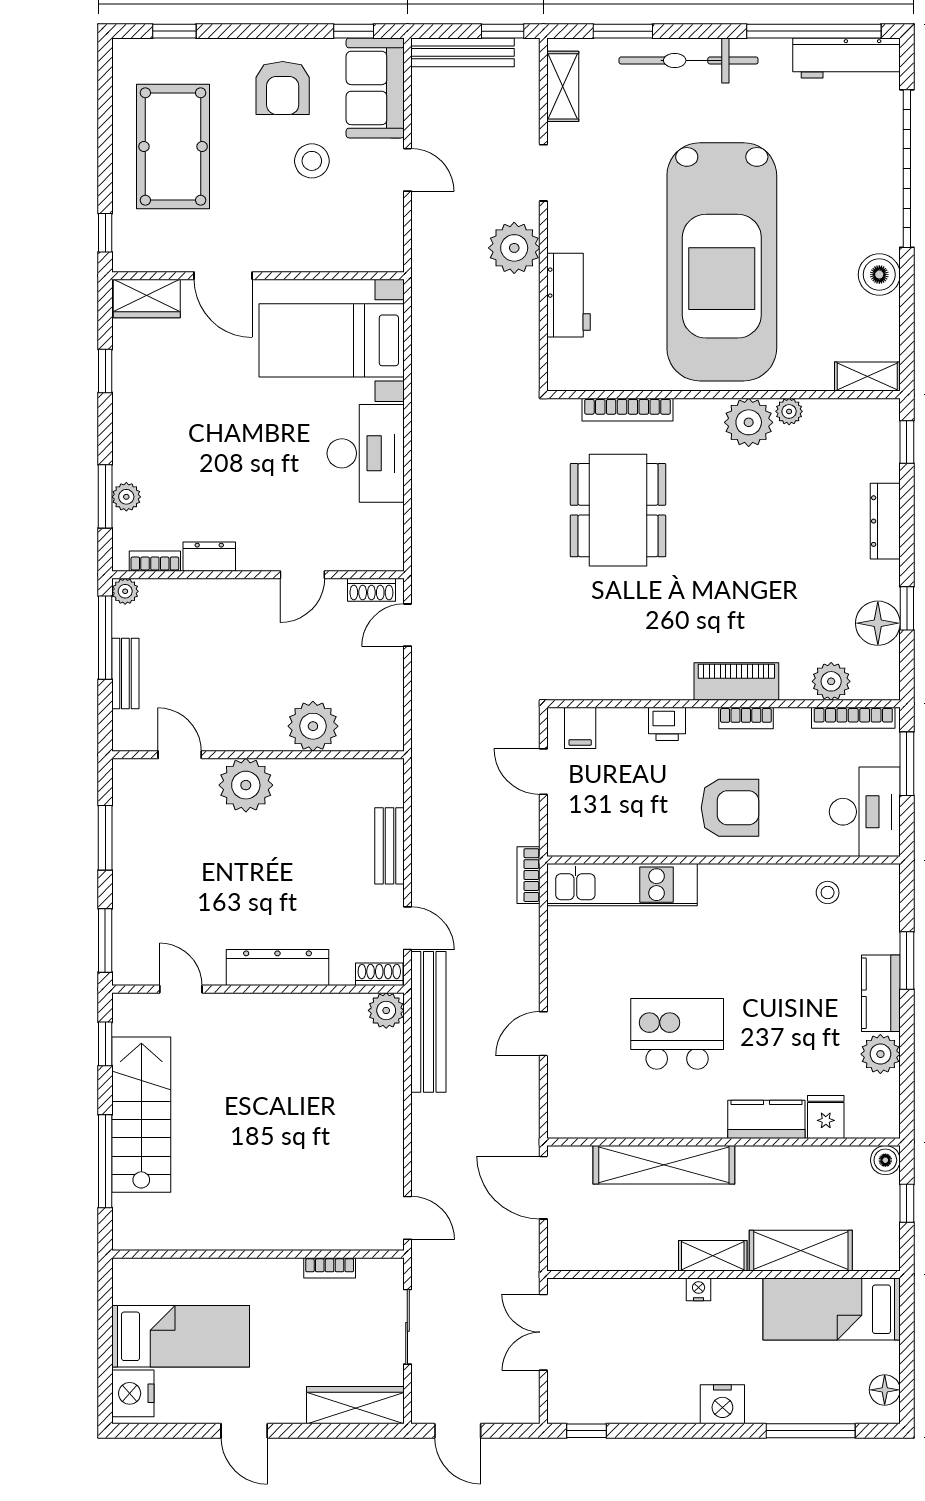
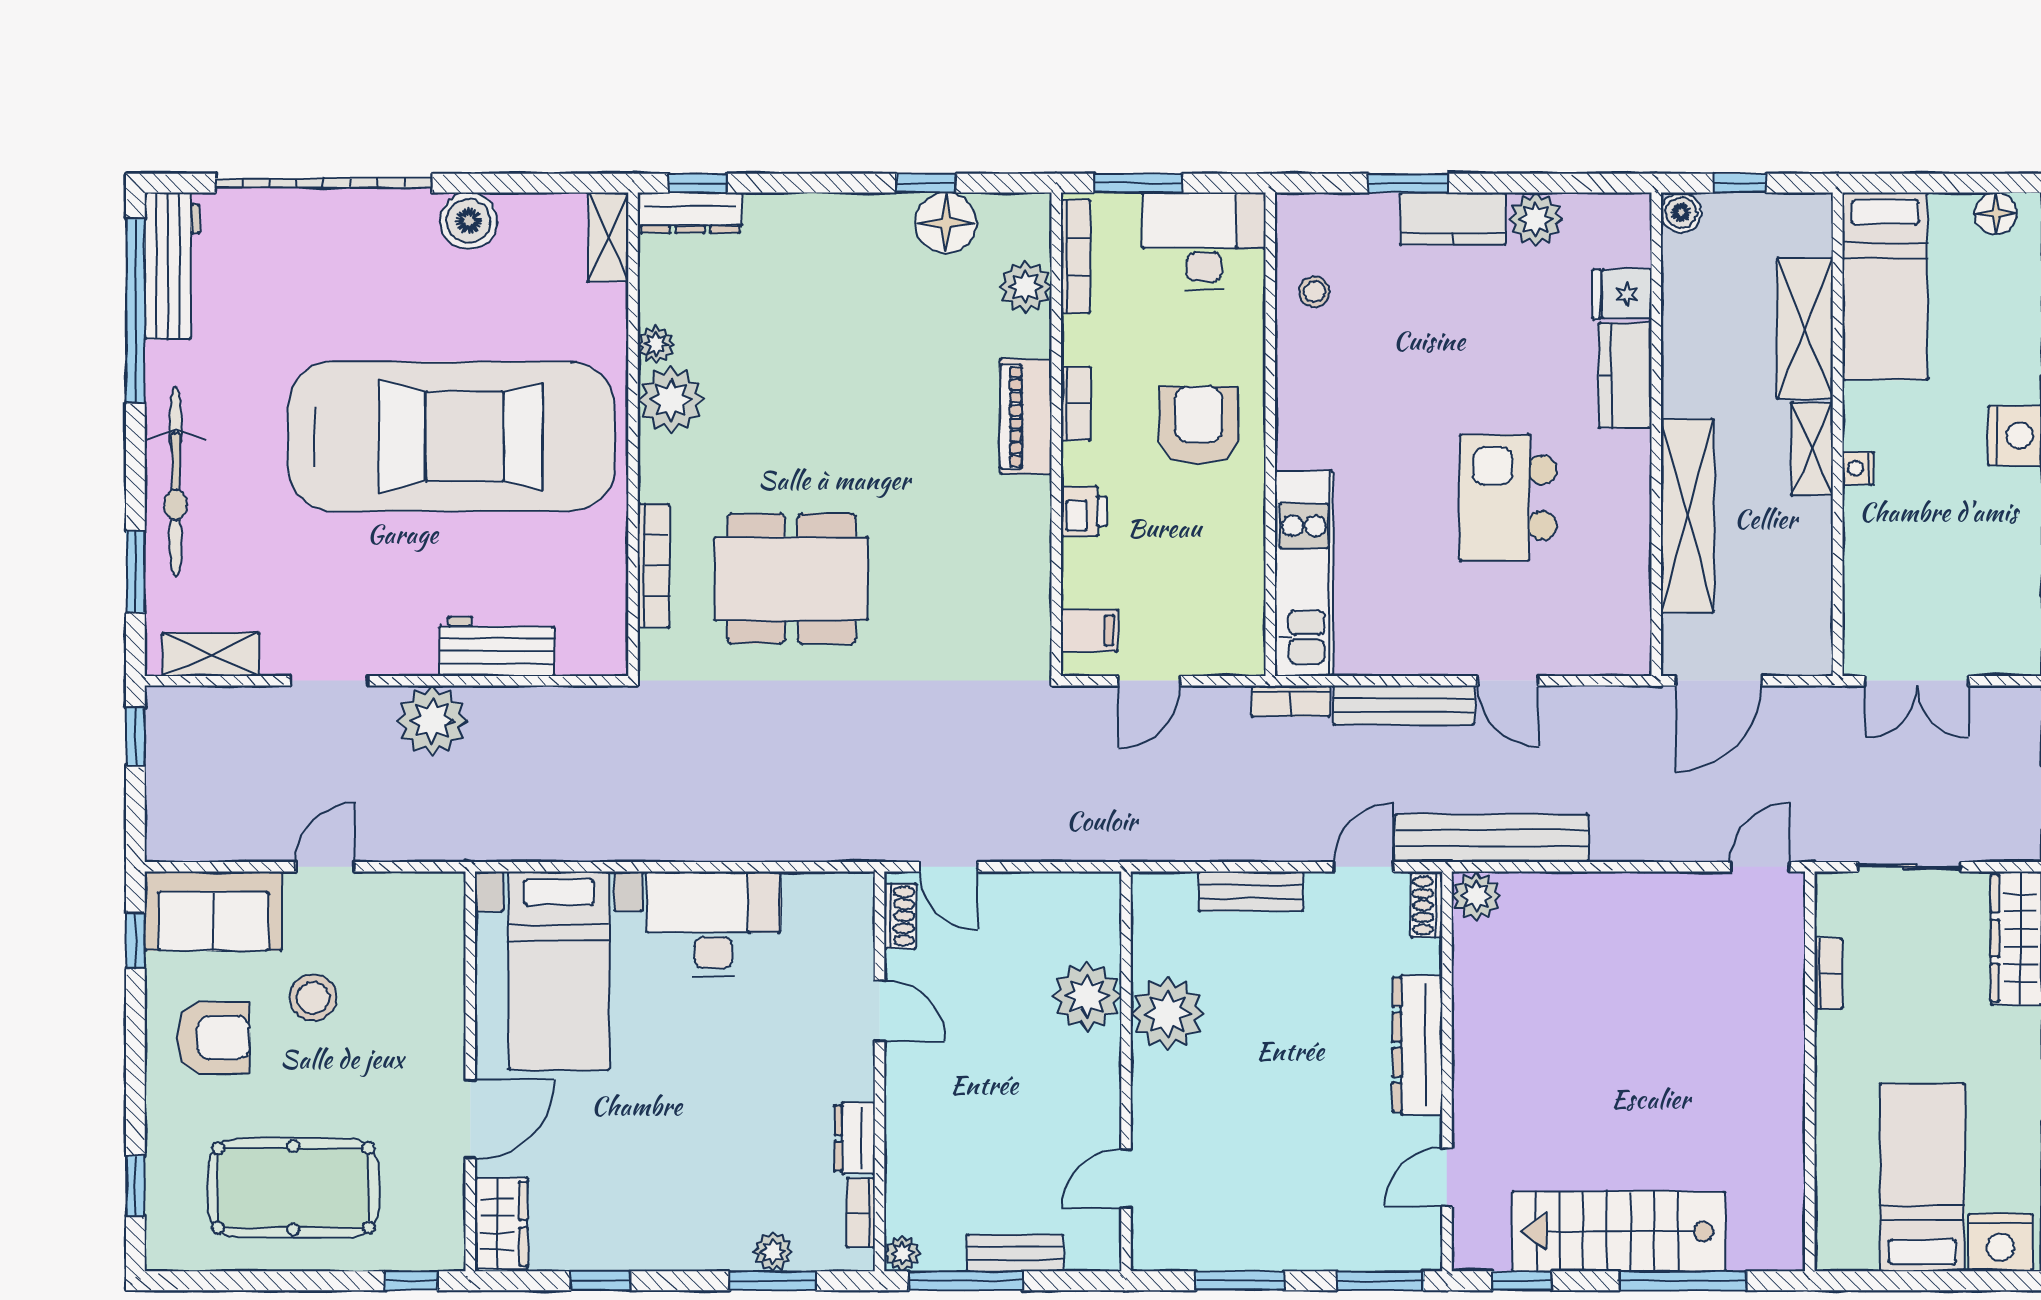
bench: (462, 52) -> (1404, 705), moved, turned 90
dresser: (885, 521) -> (690, 213), moved
plant: (246, 785) -> (1168, 1013), moved

